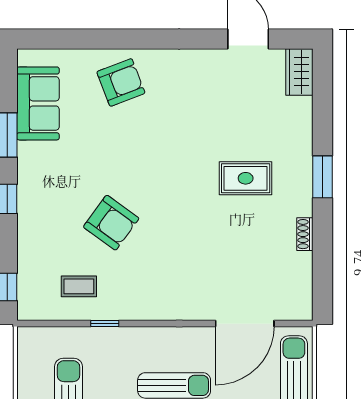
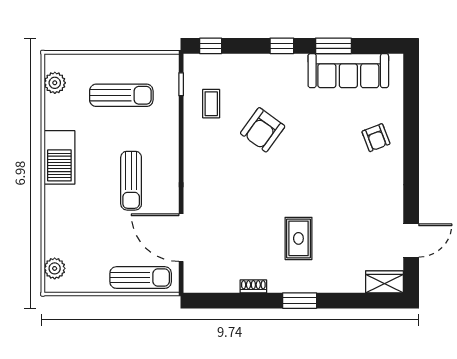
armchair: (121, 82) -> (376, 138), width x0.72, depth x0.72
sofa: (38, 103) -> (348, 71), width x1.36
window: (105, 324) -> (181, 84), moved

